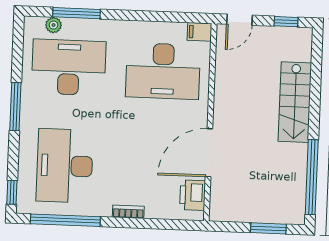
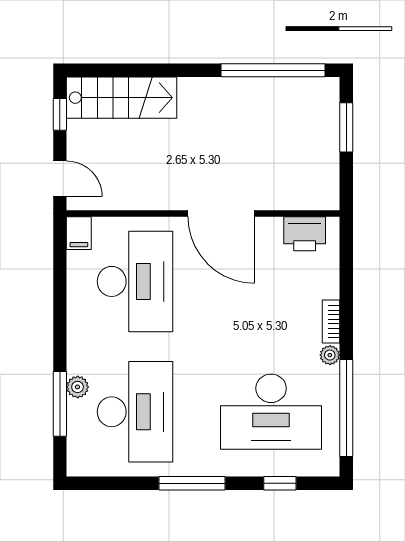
plant: (54, 25) -> (78, 387), moved
desk: (69, 67) -> (135, 412), turned 180
stairs: (295, 102) -> (122, 98), moved
door: (209, 153) -> (221, 213), moved
window: (12, 192) -> (280, 483), moved
plant: (104, 210) -> (330, 355), added

